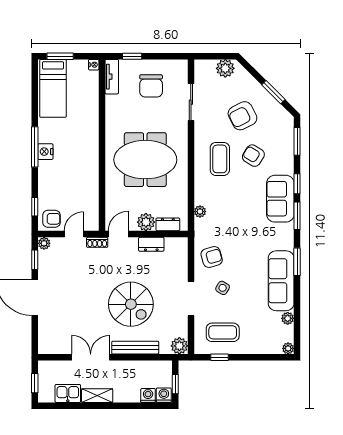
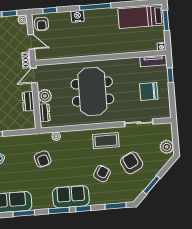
nightstand: (45, 152) -> (77, 16), moved
coffee table: (220, 159) -> (106, 141), moved
door: (118, 234) -> (34, 76), swing flipped
armchair: (212, 257) -> (43, 159), moved

